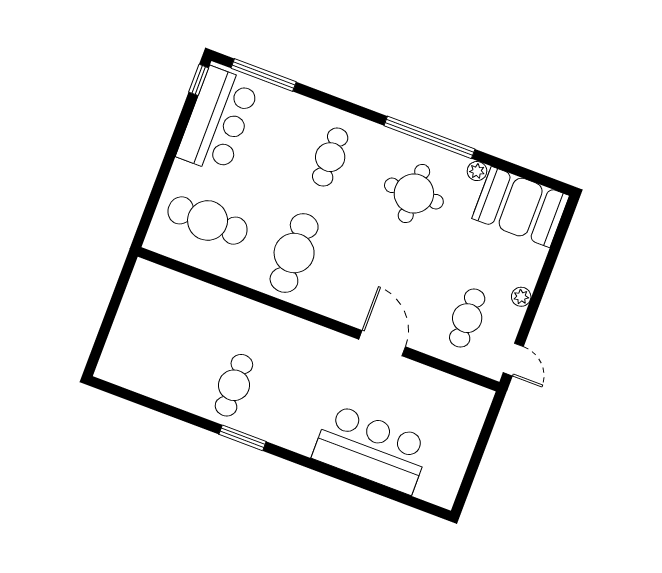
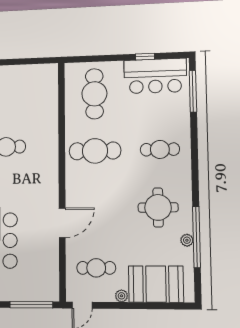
window: (199, 80) -> (145, 57), moved
window: (429, 137) -> (197, 237), moved
booth: (521, 207) -> (156, 284), moved, turned 90
window: (485, 435) -> (31, 305), added

